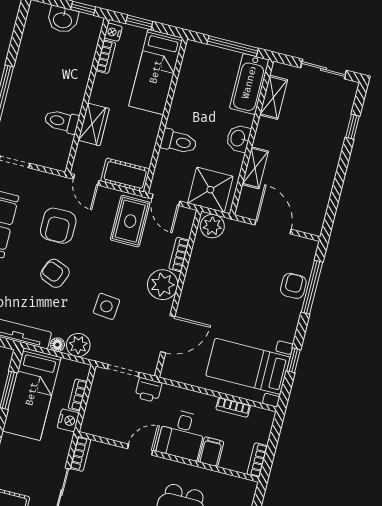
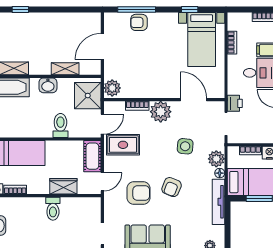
toilet: (62, 121) -> (53, 209), moved

